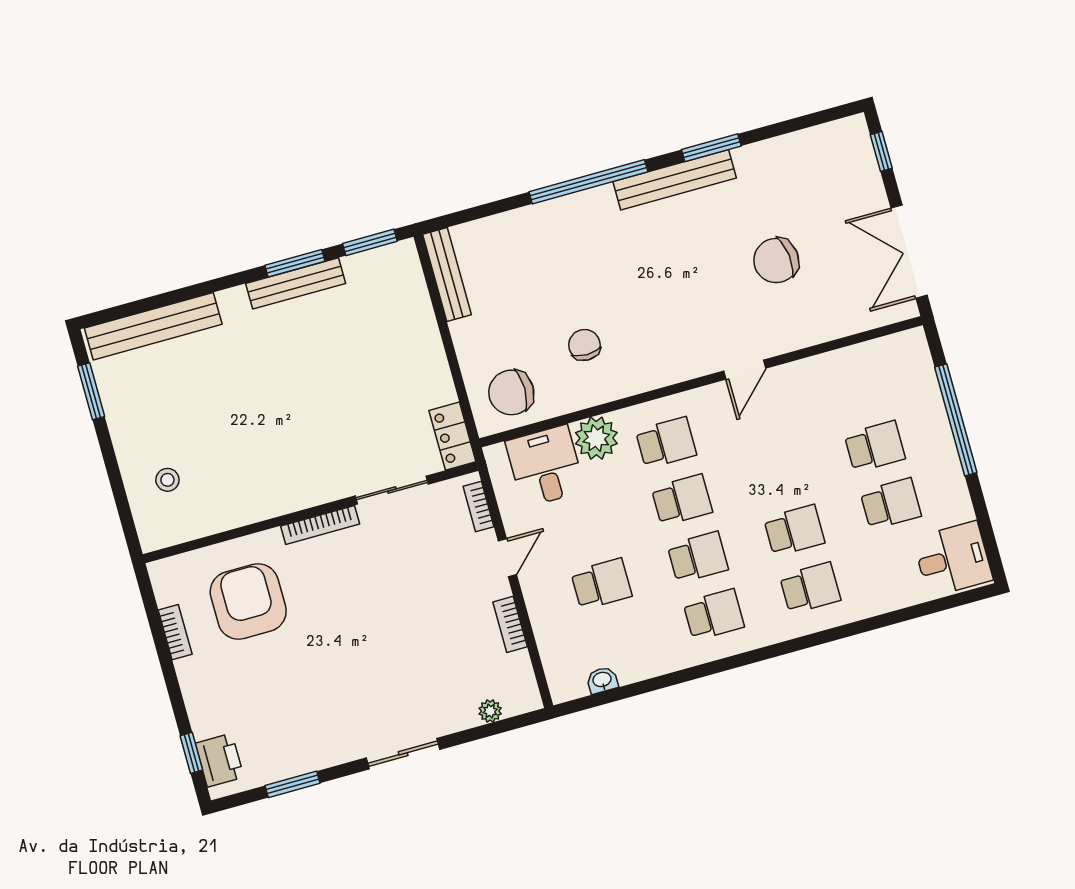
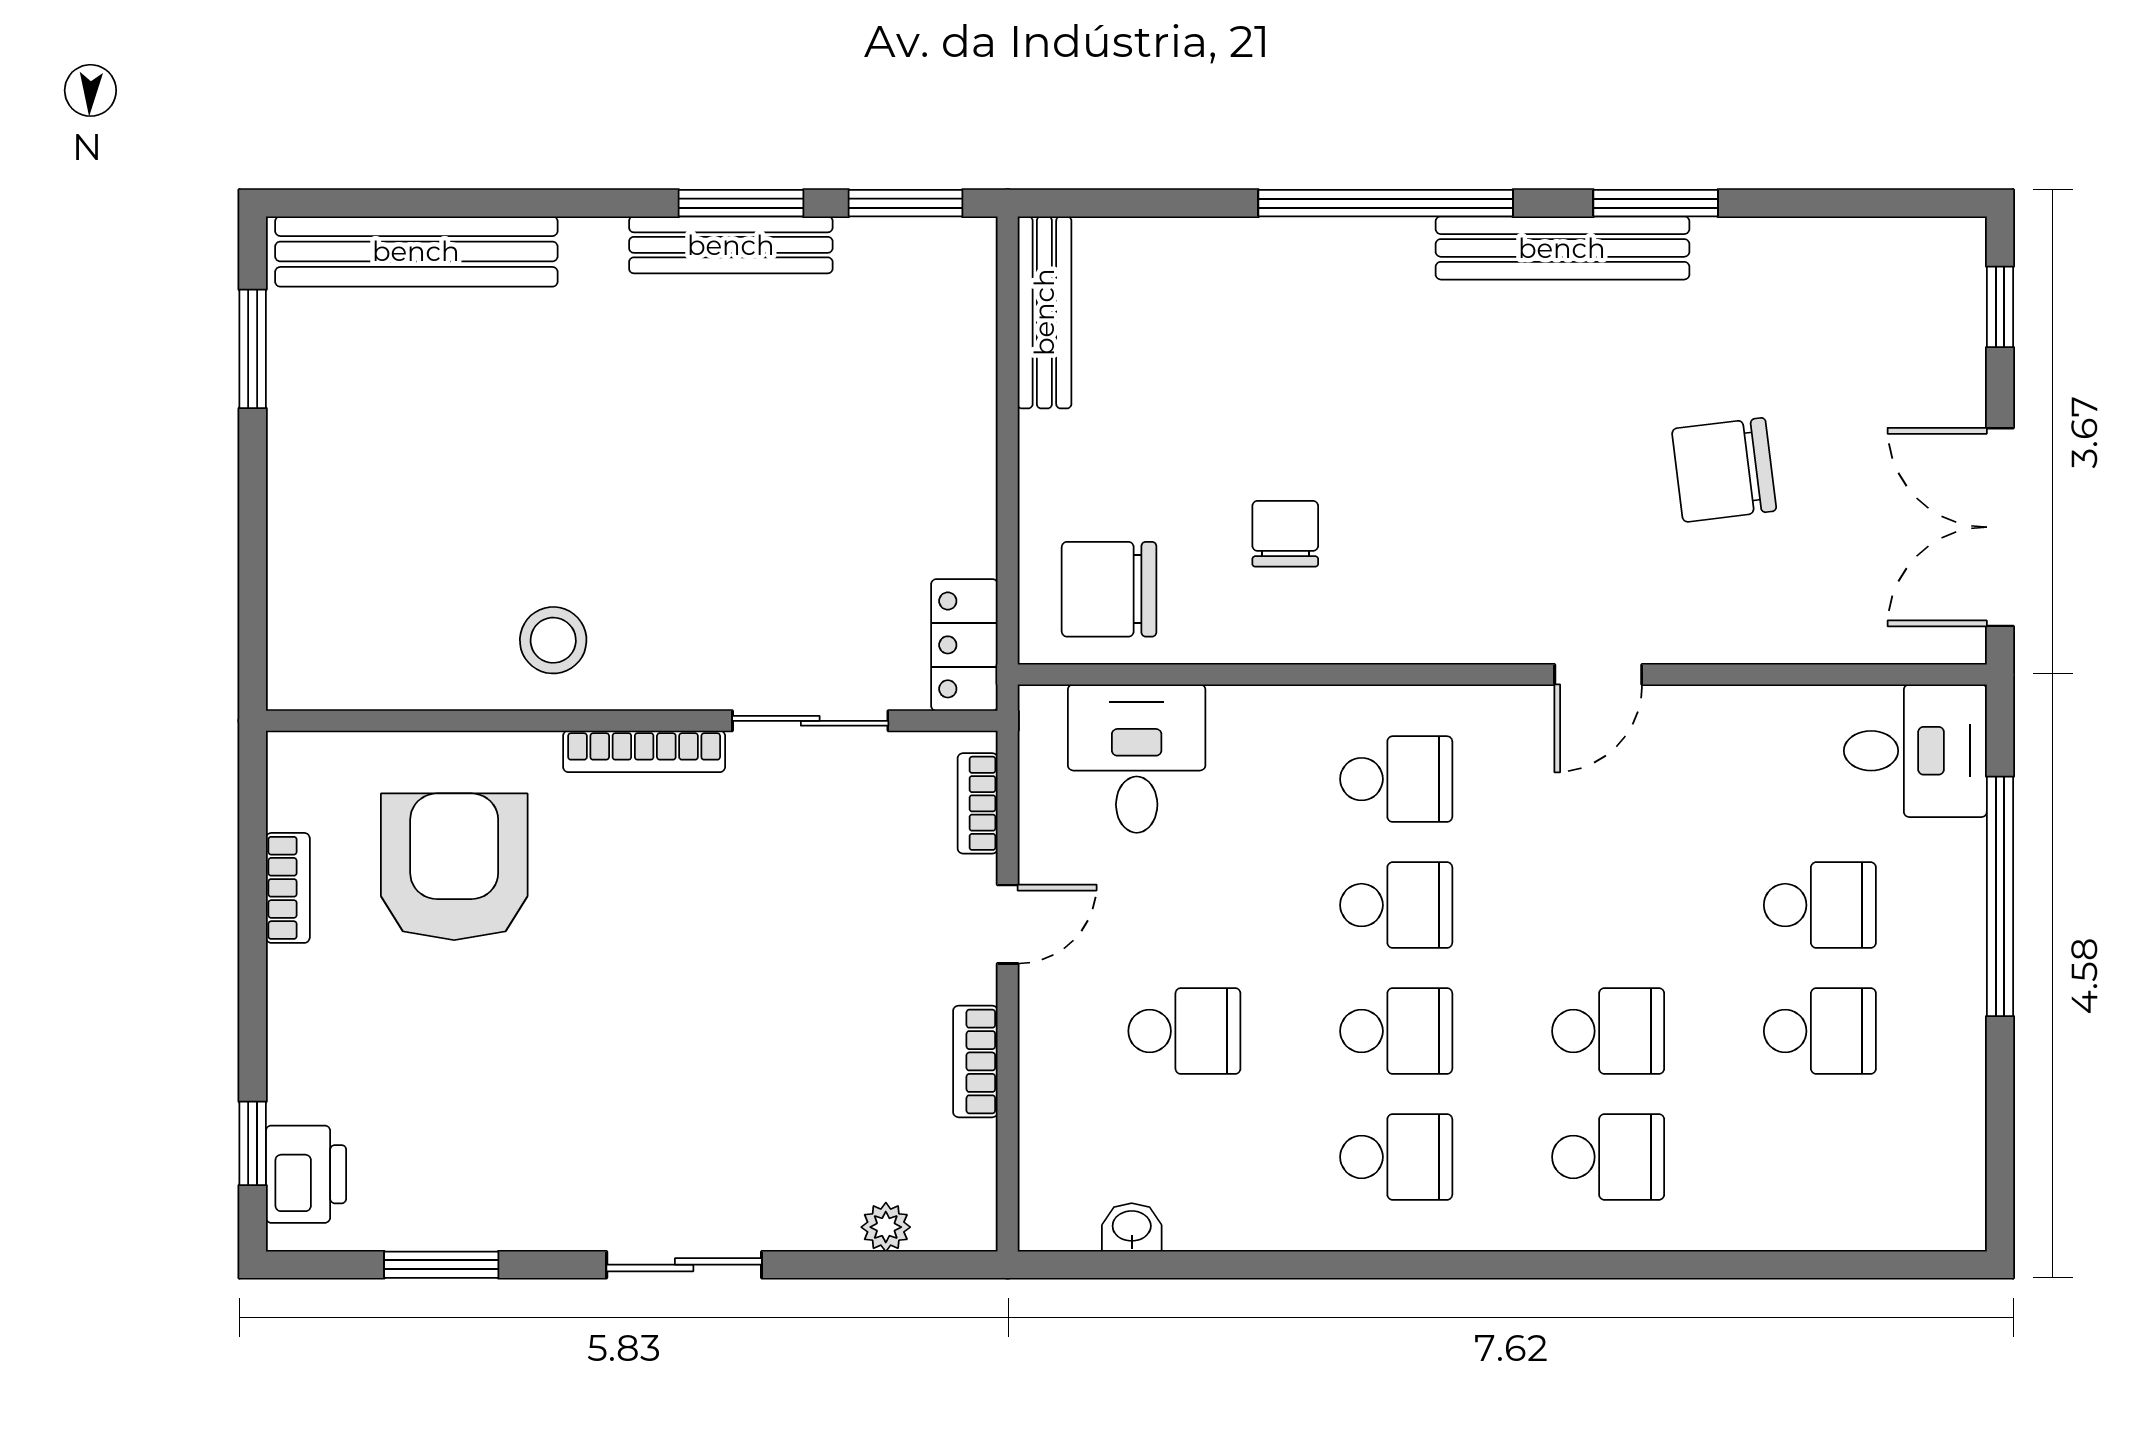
plant: (596, 438) -> (1257, 731), removed
stool: (167, 480) -> (553, 640), moved, width x1.37, depth x1.37
desk: (953, 559) -> (1915, 751), moved

